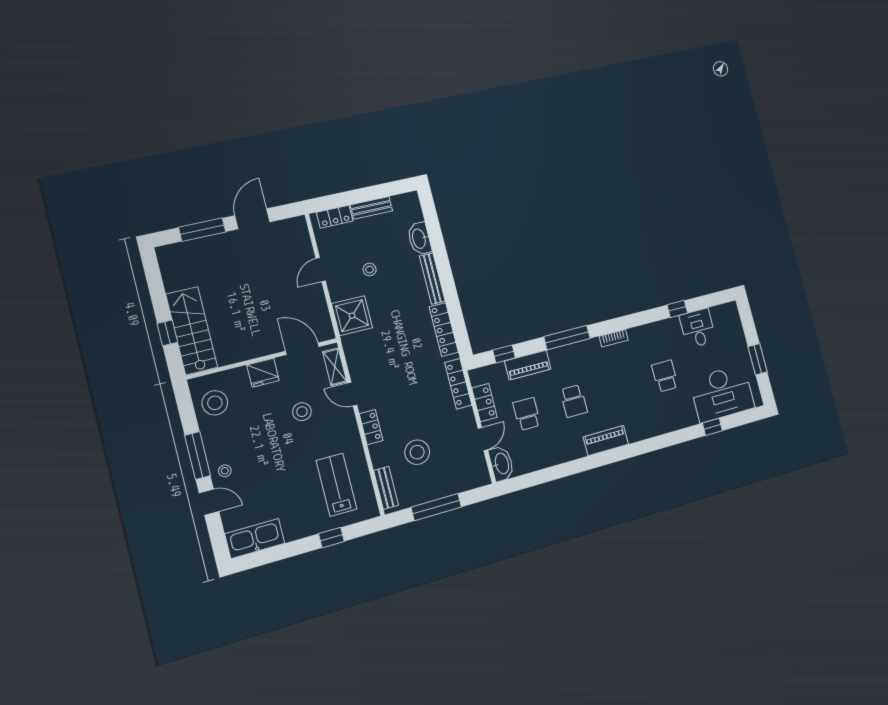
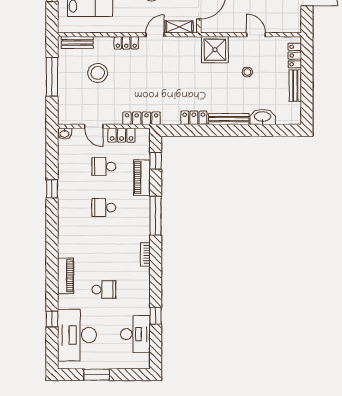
desk: (698, 328) -> (135, 334), width x1.37
locker: (444, 330) -> (194, 118), width x0.66
school desk: (527, 414) -> (104, 167), turned 180
piano: (606, 441) -> (66, 276), moved
washbasin: (501, 464) -> (64, 134), width x0.52, depth x0.69
window: (568, 469) -> (52, 189), added

